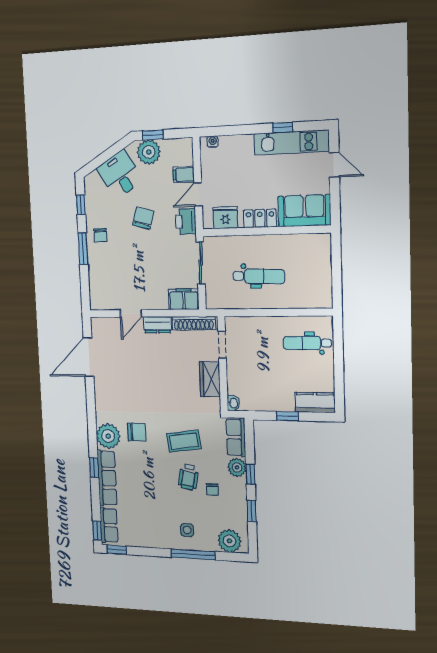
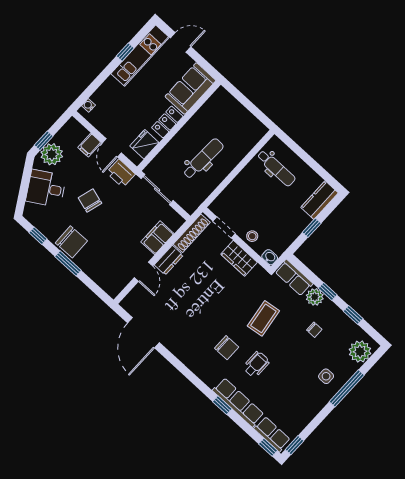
chair: (100, 235) -> (71, 242), width x1.87, depth x1.87
filing cabinet: (184, 299) -> (157, 238), moved
dental chair: (307, 343) -> (276, 168), turned -90
stool: (236, 374) -> (252, 236), added
chair: (137, 432) -> (227, 348), turned 90
plant: (108, 436) -> (210, 372), removed
wheelchair: (188, 477) -> (256, 364), moved, turned -100

